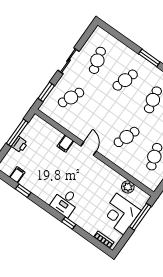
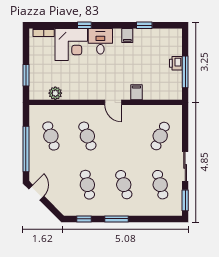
cafe table: (125, 80) -> (124, 185), turned -36
window: (46, 92) -> (185, 200), moved
cafe table: (127, 137) -> (87, 136), turned -42
filing cabinet: (17, 175) -> (127, 35), moved
corner desk: (120, 214) -> (71, 44), moved, turned 90
window: (140, 217) -> (26, 75), width x0.69

